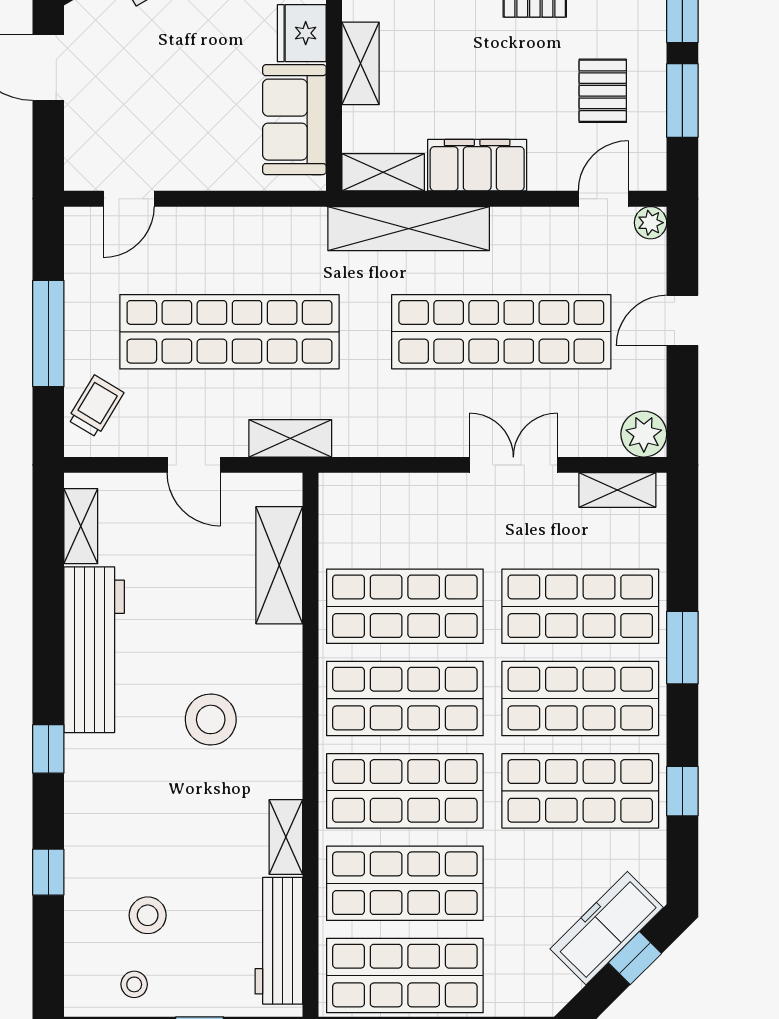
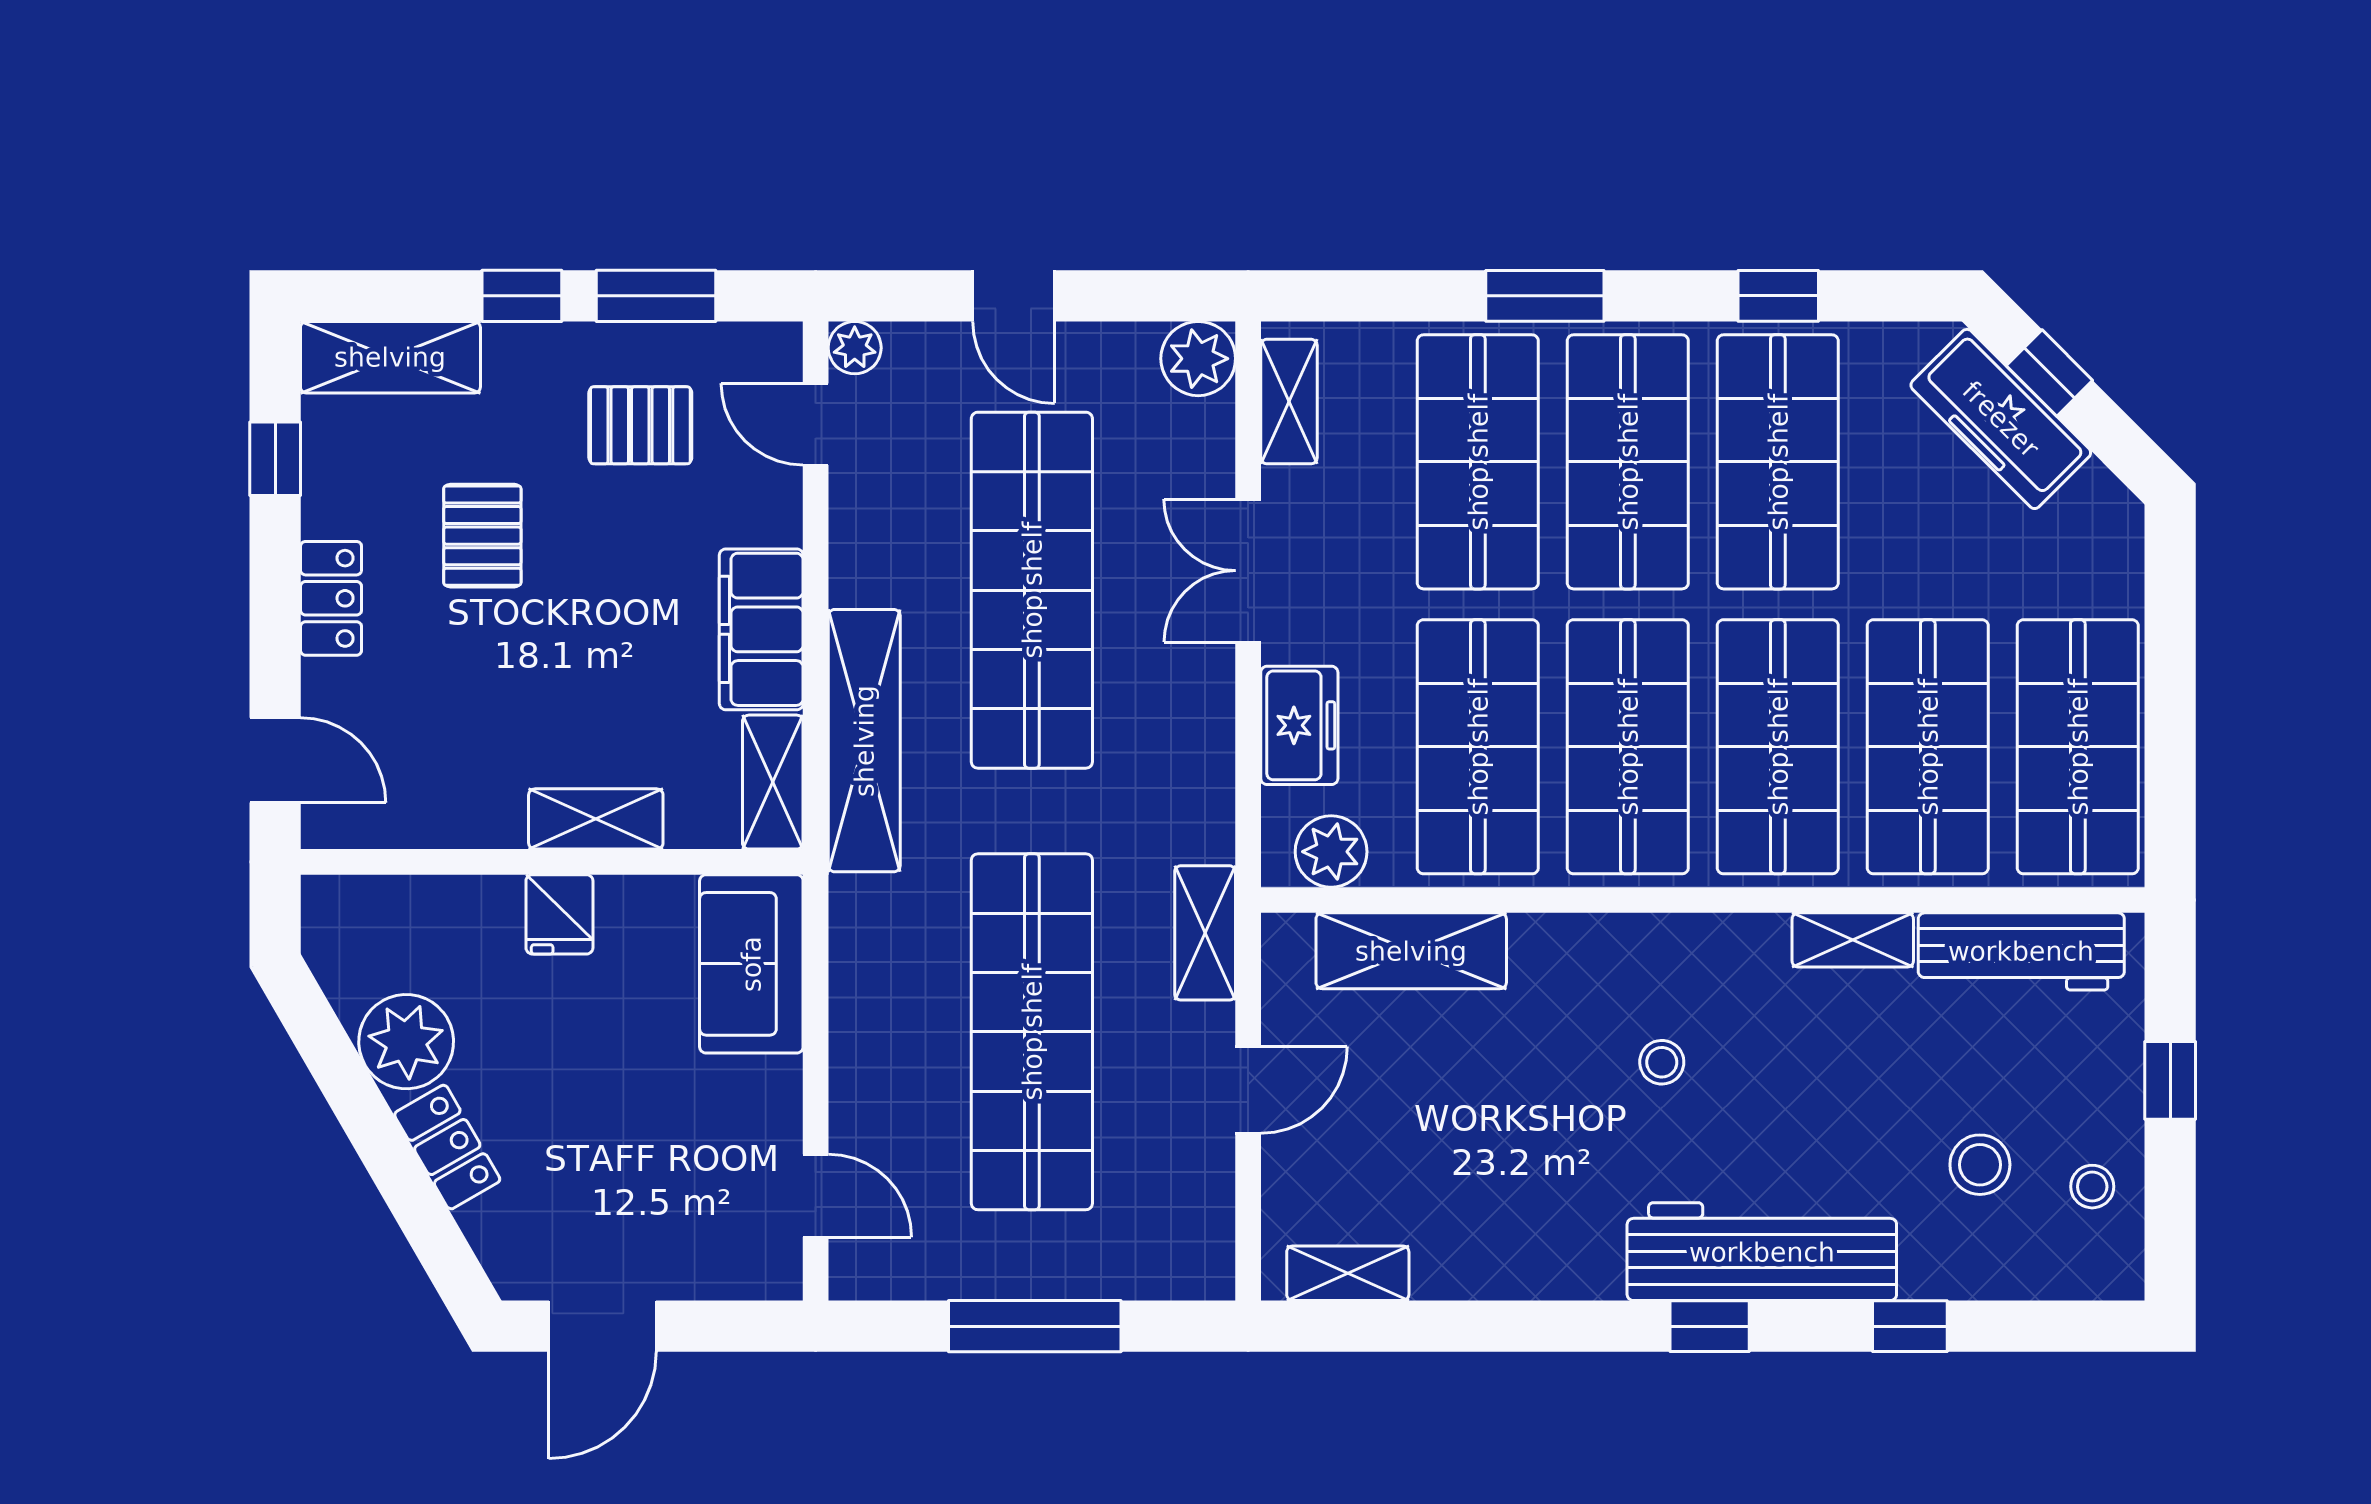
fridge: (302, 33) -> (559, 914), width x0.72
sofa: (294, 120) -> (751, 964), moved, turned 90
trolley: (96, 406) -> (1153, 1249), removed
freezer: (418, 496) -> (1299, 725), added
plant: (340, 516) -> (1331, 852), added
workbench: (94, 650) -> (1762, 1252), moved
stool: (211, 719) -> (1662, 1062), width x0.53, depth x0.53

